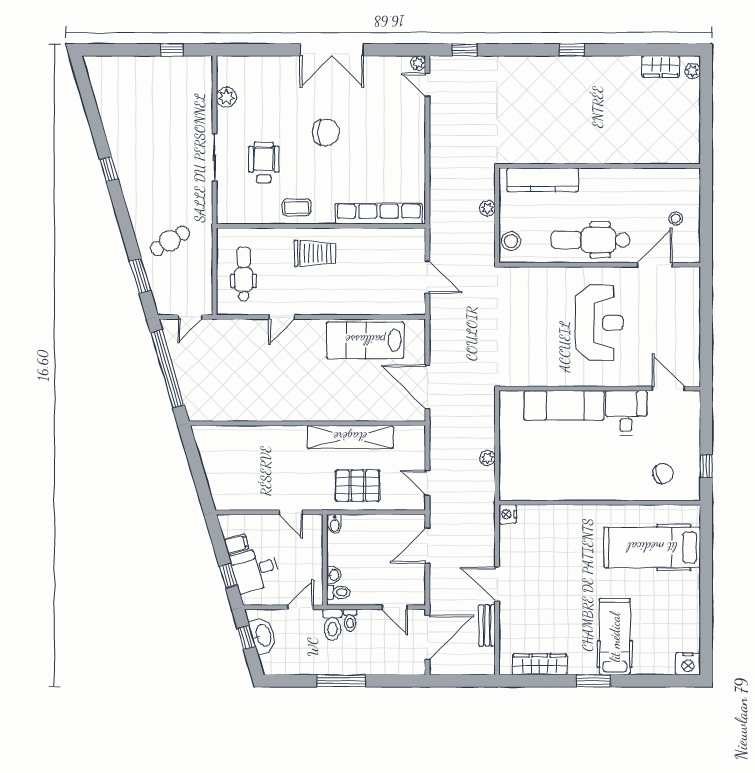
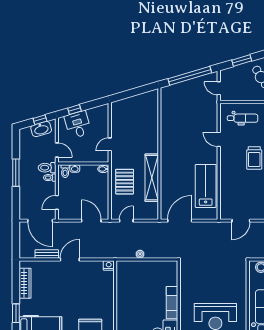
exam couch: (564, 405) -> (172, 303), width x0.73, depth x0.69
filing cabinet: (236, 544) -> (92, 114), removed

